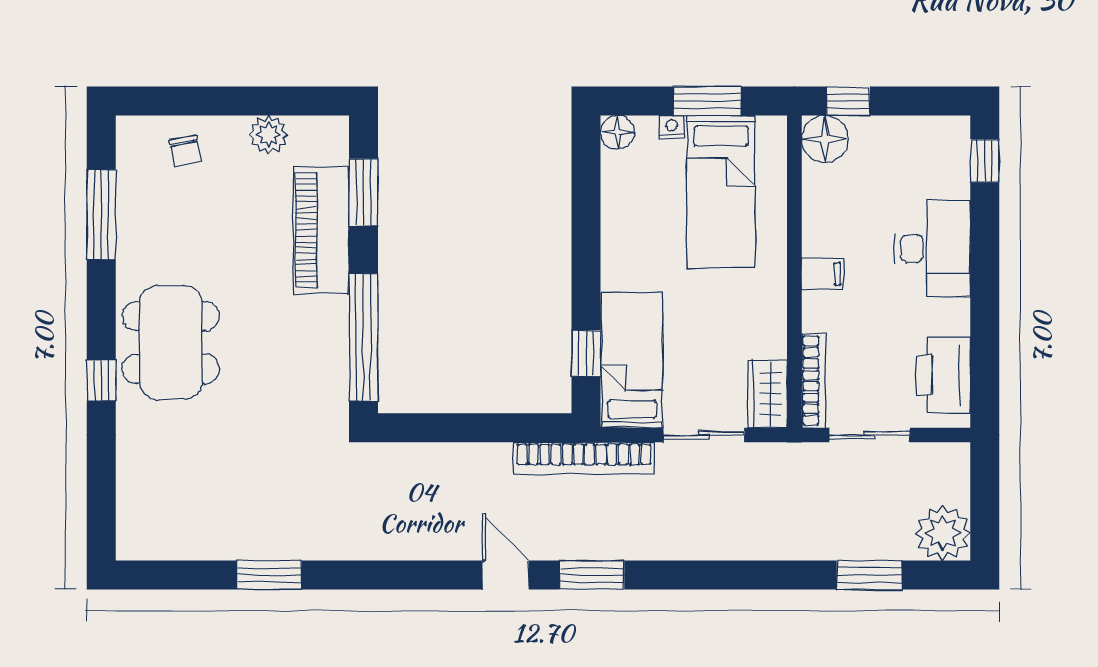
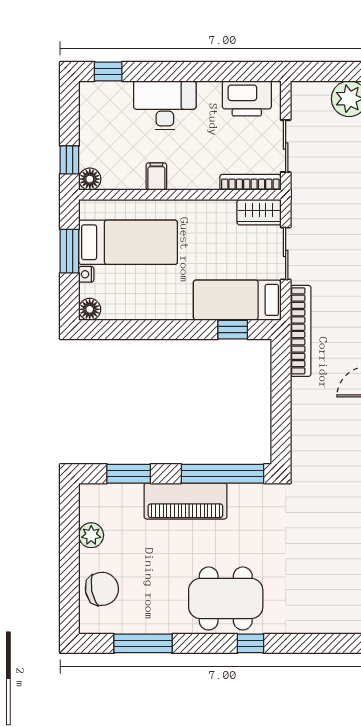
floor lamp: (825, 139) -> (90, 179), width x0.73, depth x0.73
chair: (186, 151) -> (102, 589), width x1.87, depth x1.87
piano: (321, 230) -> (185, 501), moved
filing cabinet: (823, 274) -> (156, 176), moved

